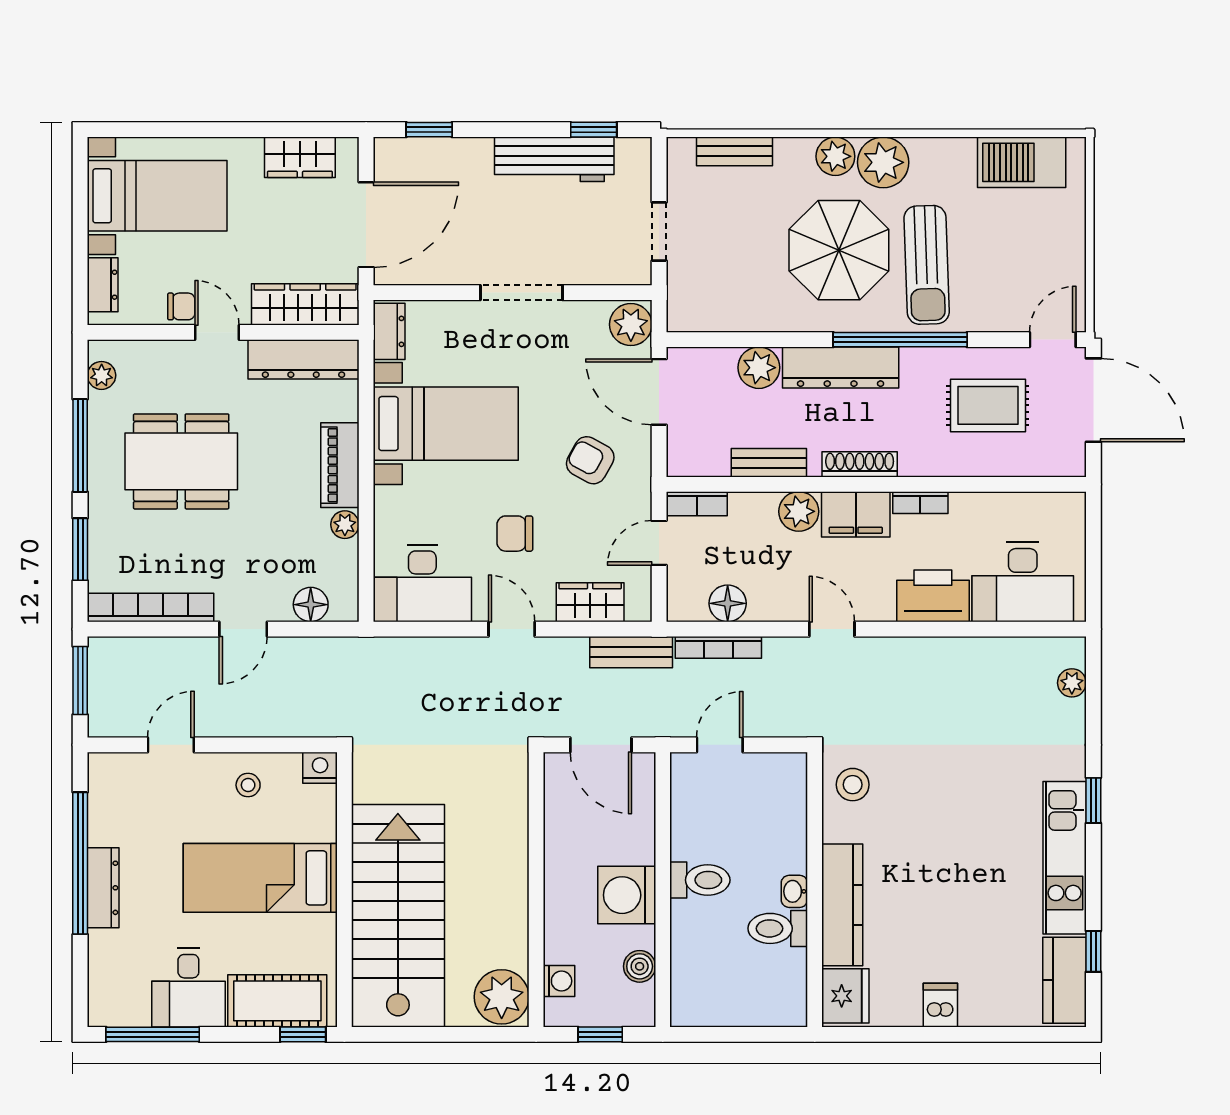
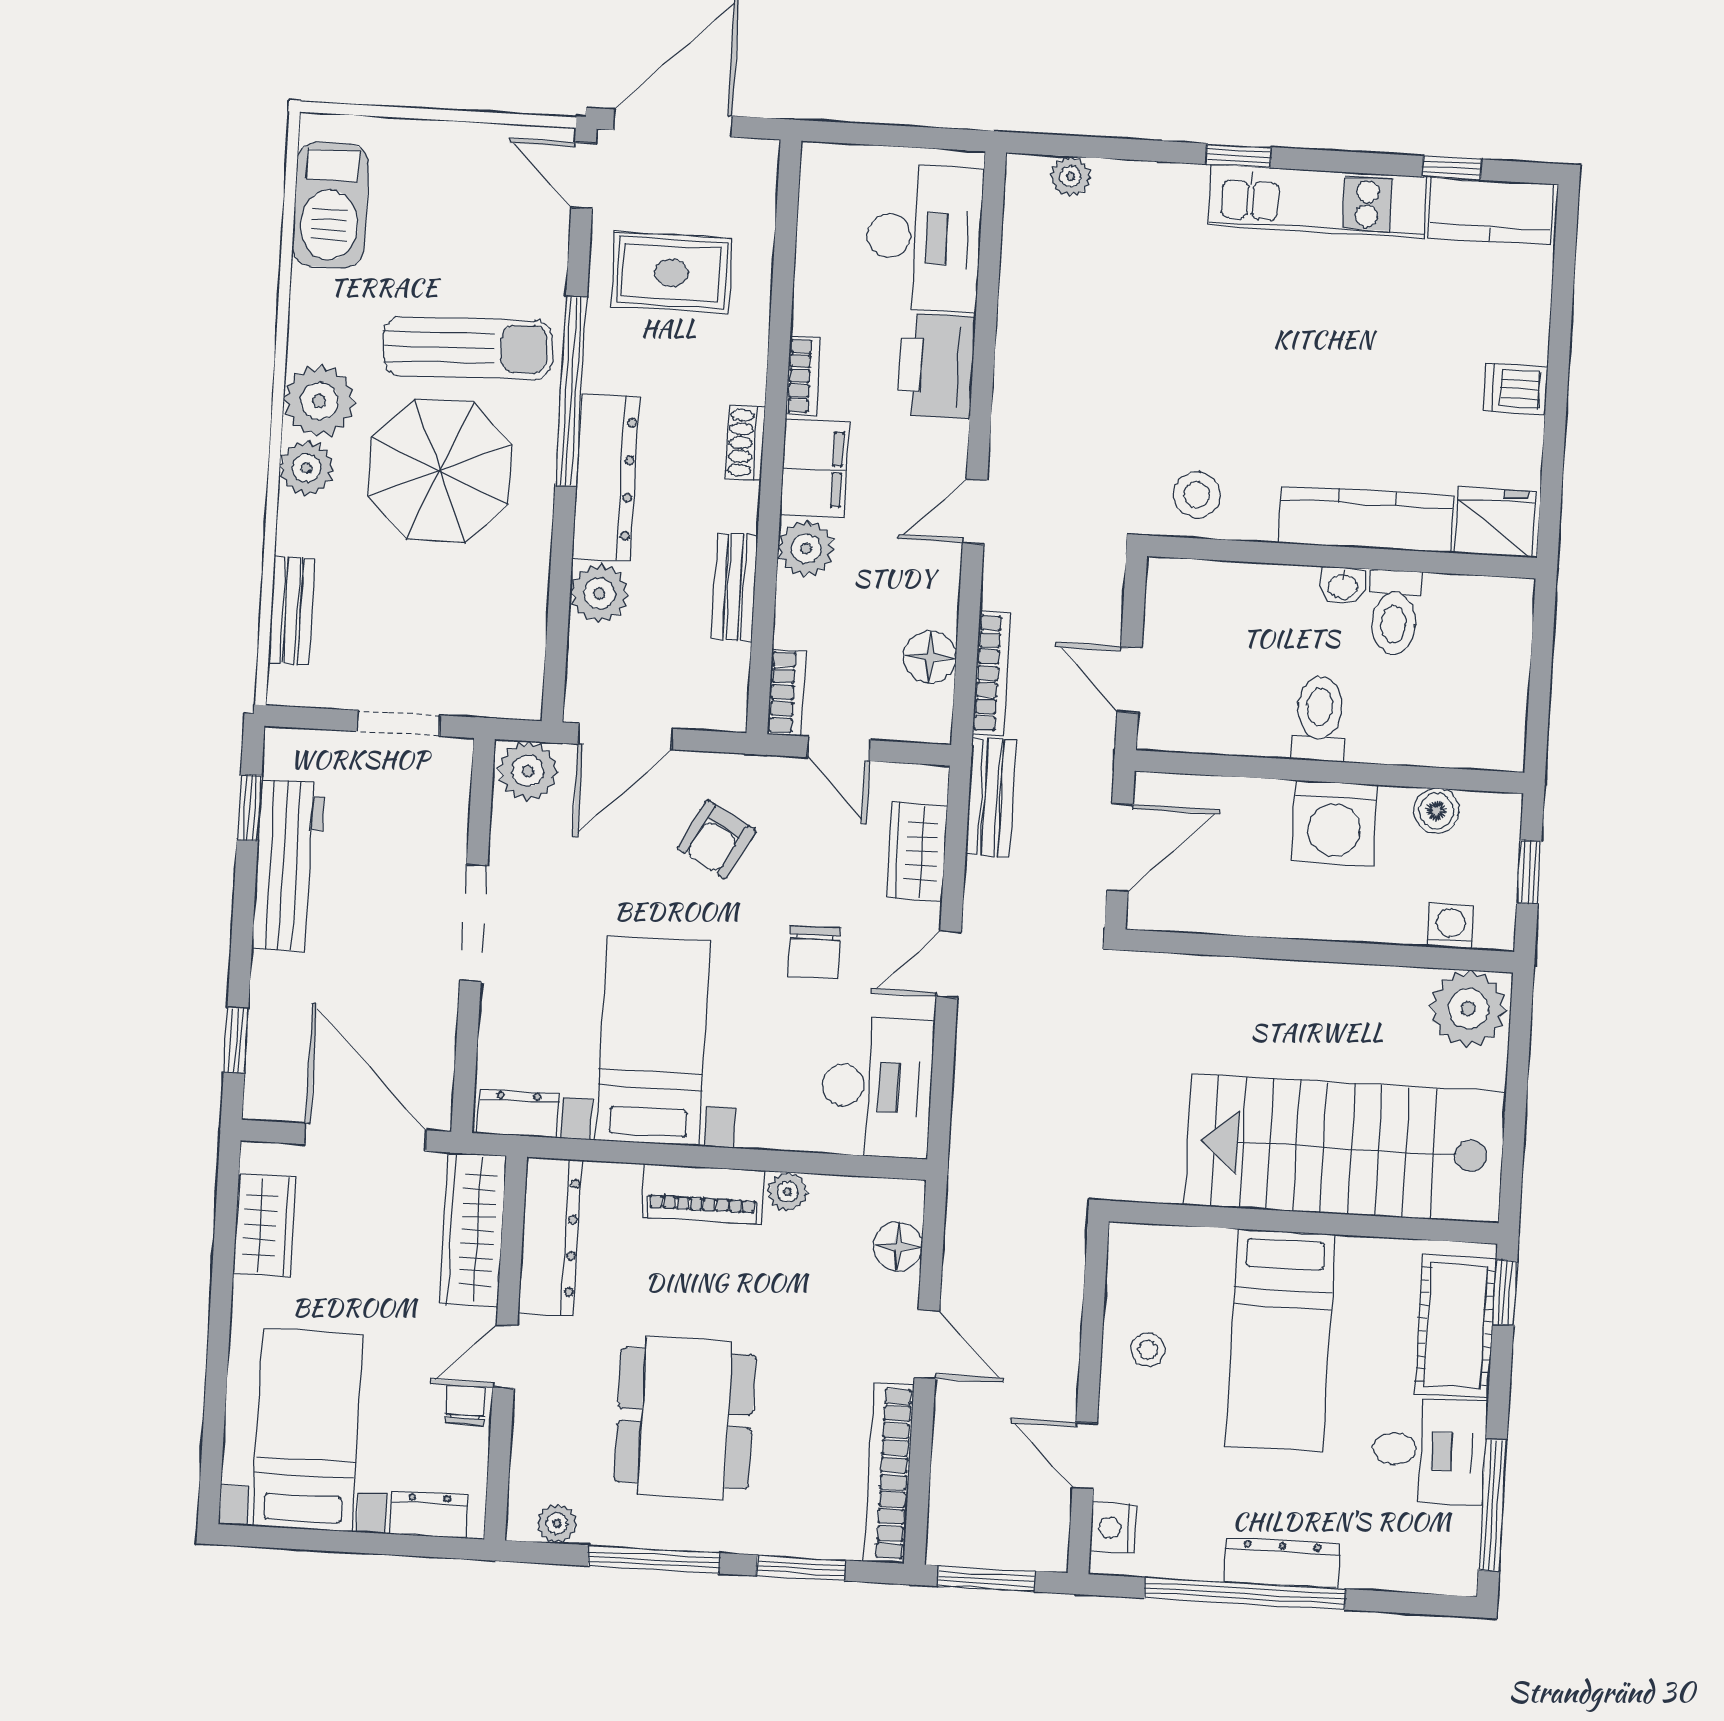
rug: (988, 405) -> (671, 272), turned 90
shoe rack: (860, 464) -> (745, 443), width x0.70
nightstand: (320, 768) -> (1113, 1528), moved

